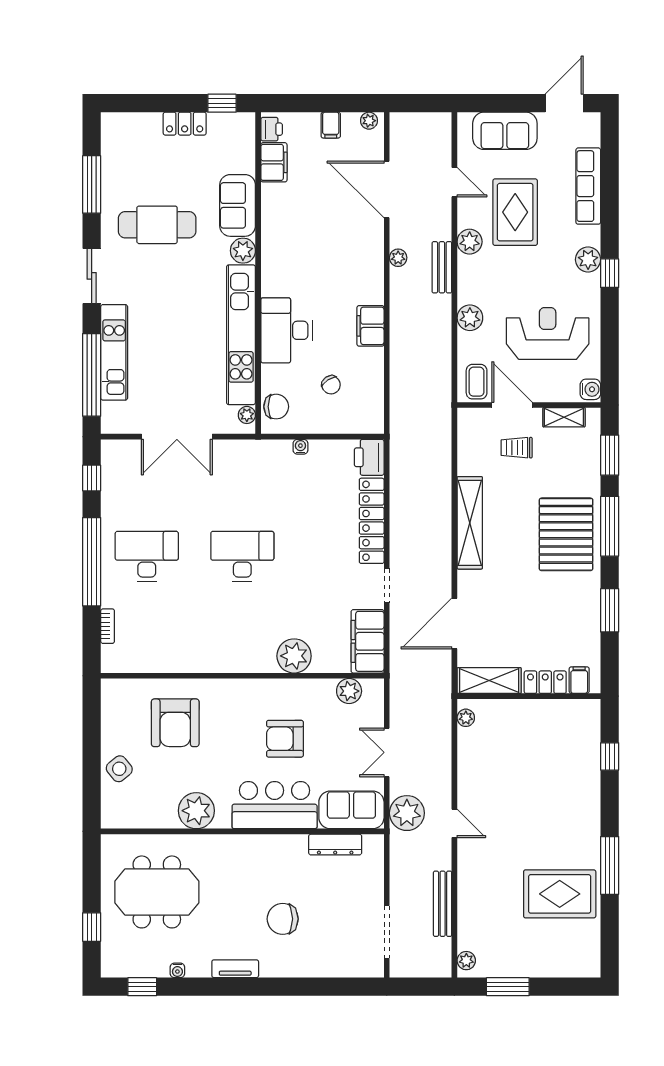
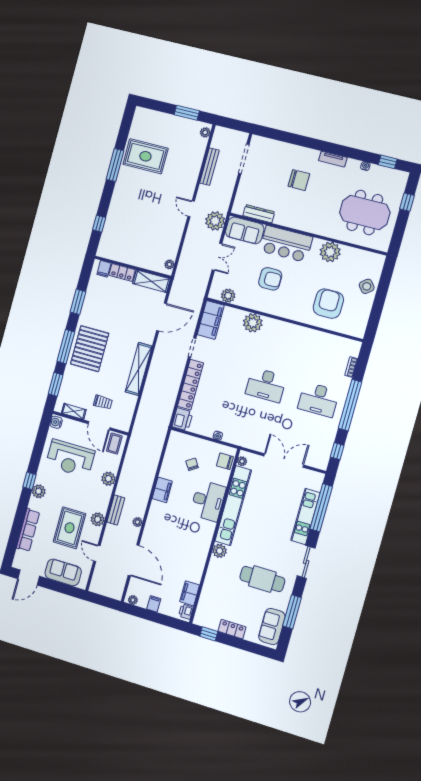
sofa: (238, 205) -> (272, 627), moved, turned 180

